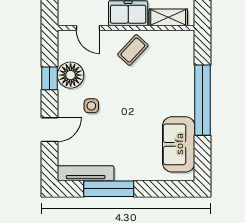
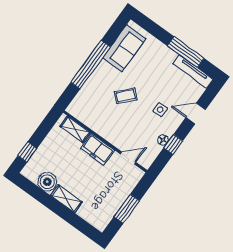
door: (88, 28) -> (128, 158), hinge flipped
coffee table: (133, 50) -> (126, 96), moved
floor lamp: (71, 75) -> (163, 140), width x0.53, depth x0.53

